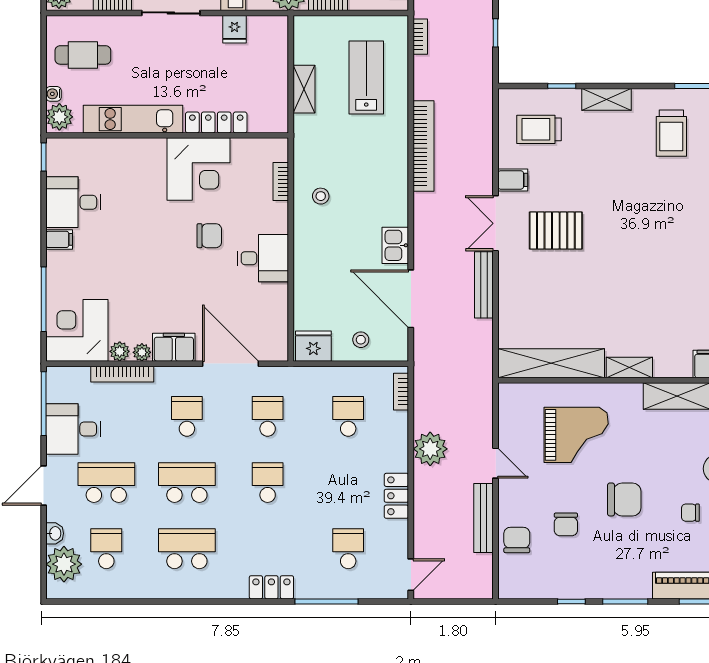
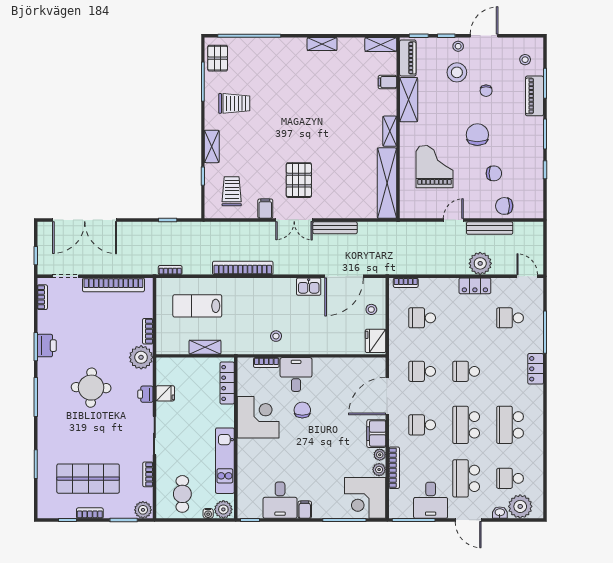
locker: (216, 122) -> (227, 383), moved
trolley: (539, 129) -> (232, 191), turned 180
desk: (263, 258) -> (296, 375), moved
plant: (430, 449) -> (480, 263), moved

